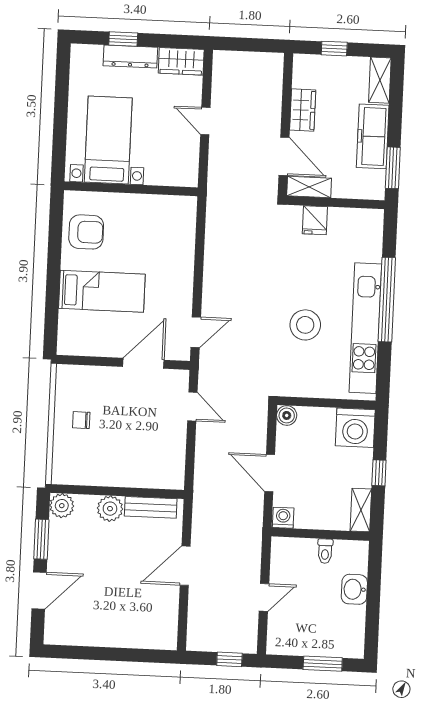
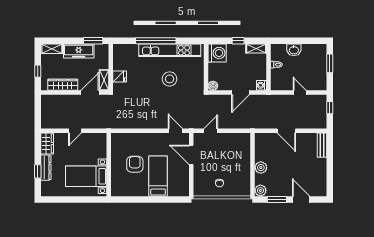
wardrobe: (303, 110) -> (63, 85), width x1.50
armchair: (86, 232) -> (135, 164), moved
bench: (151, 507) -> (322, 145), moved

